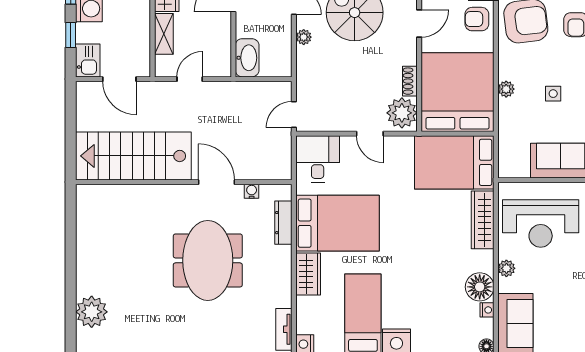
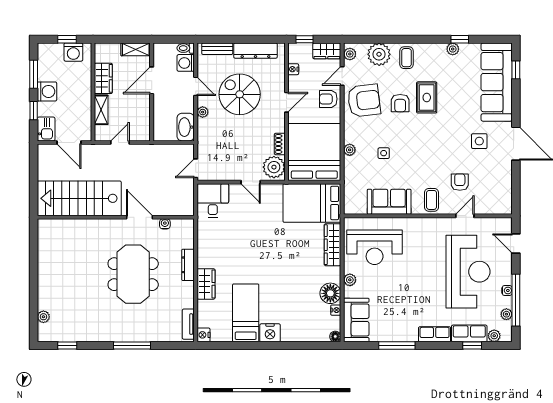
washbasin: (247, 58) -> (186, 127), moved, turned 180
dresser: (283, 223) -> (188, 265), moved
bed: (337, 223) -> (227, 247), removed
plant: (92, 312) -> (43, 317), width x0.53, depth x0.53

